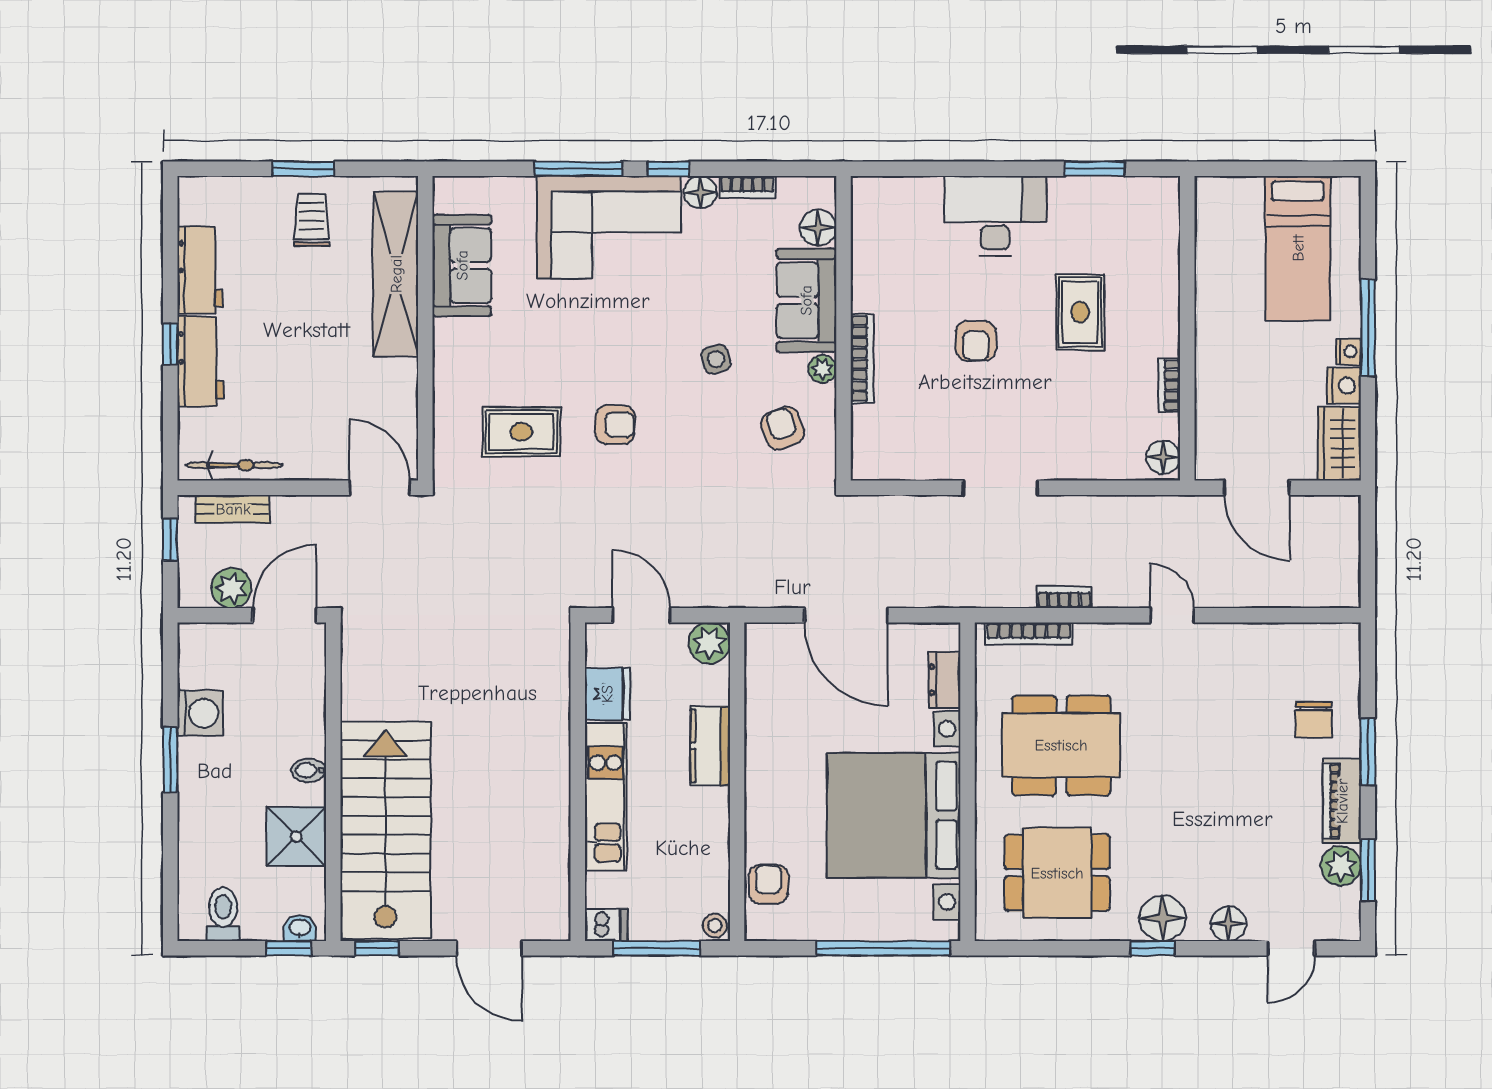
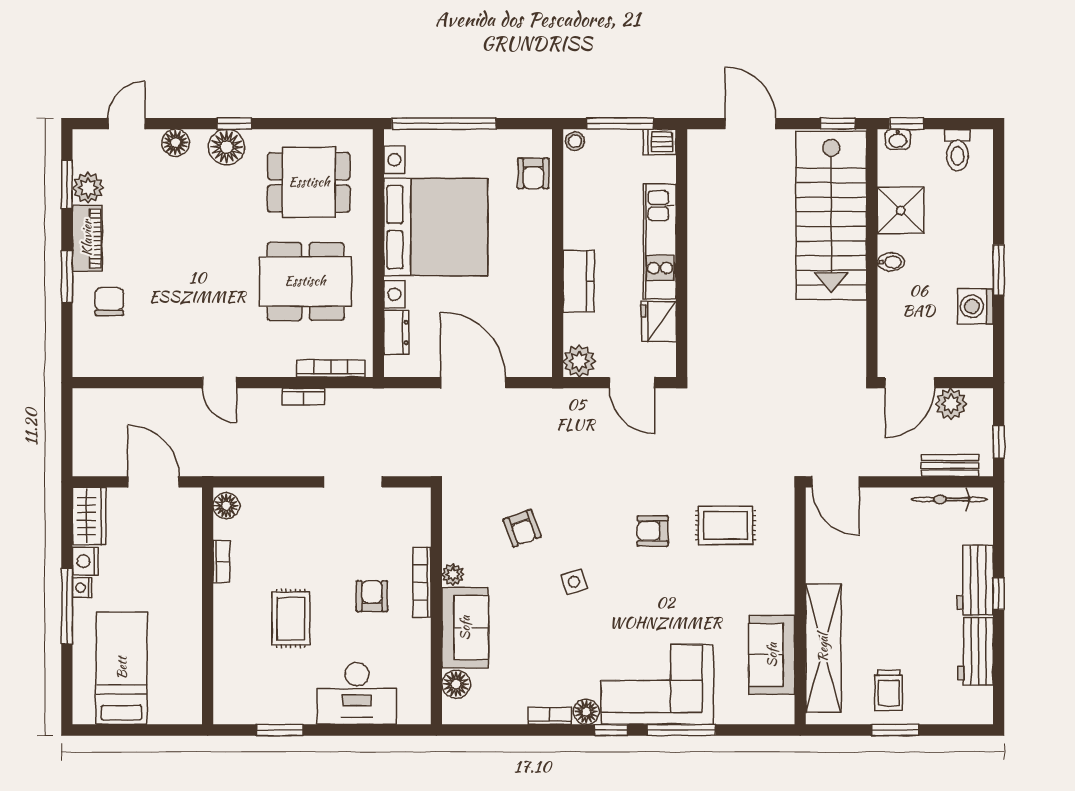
floor lamp: (818, 228) -> (456, 684), moved
sofa: (806, 300) -> (465, 628), moved
wall: (843, 328) -> (436, 606), moved
bookcase: (862, 359) -> (422, 582), moved
plant: (822, 369) -> (453, 574), moved

